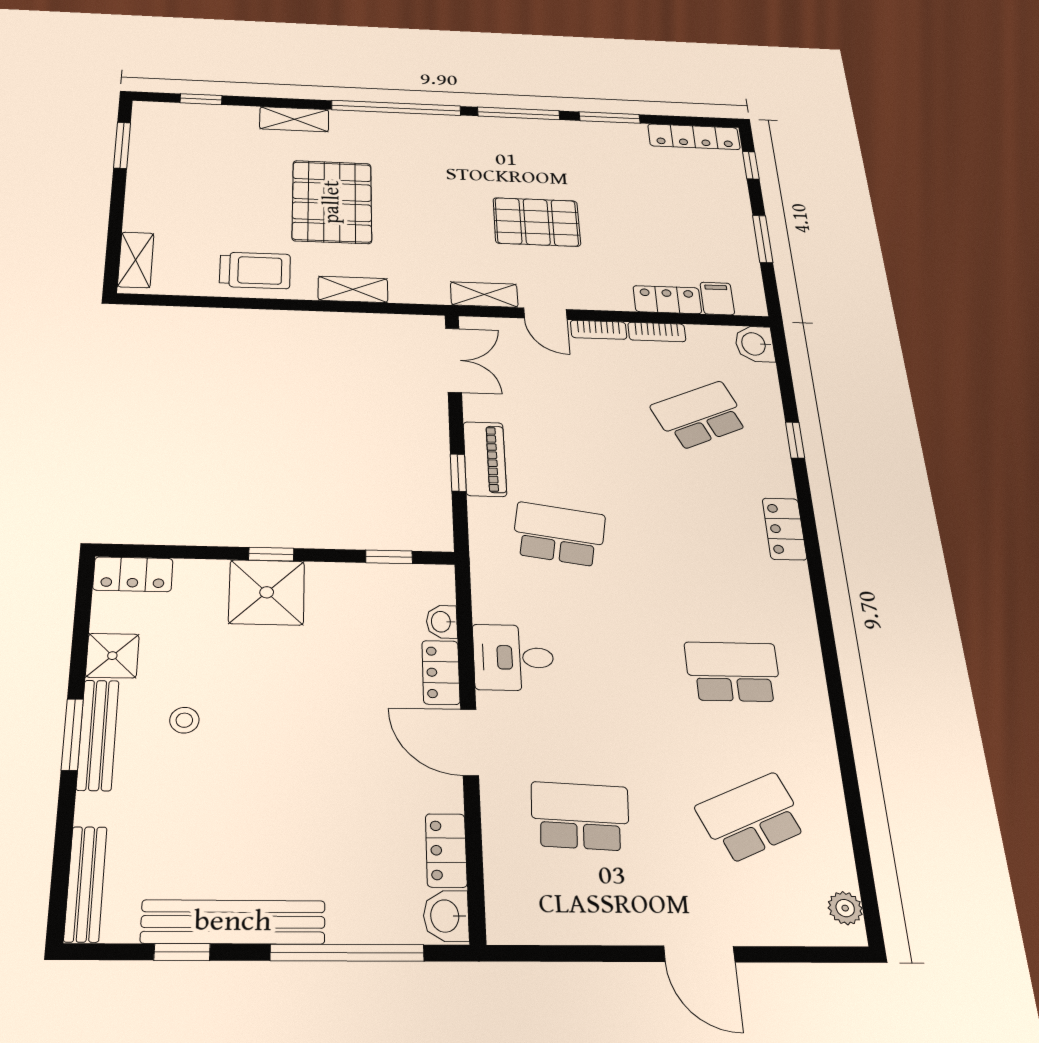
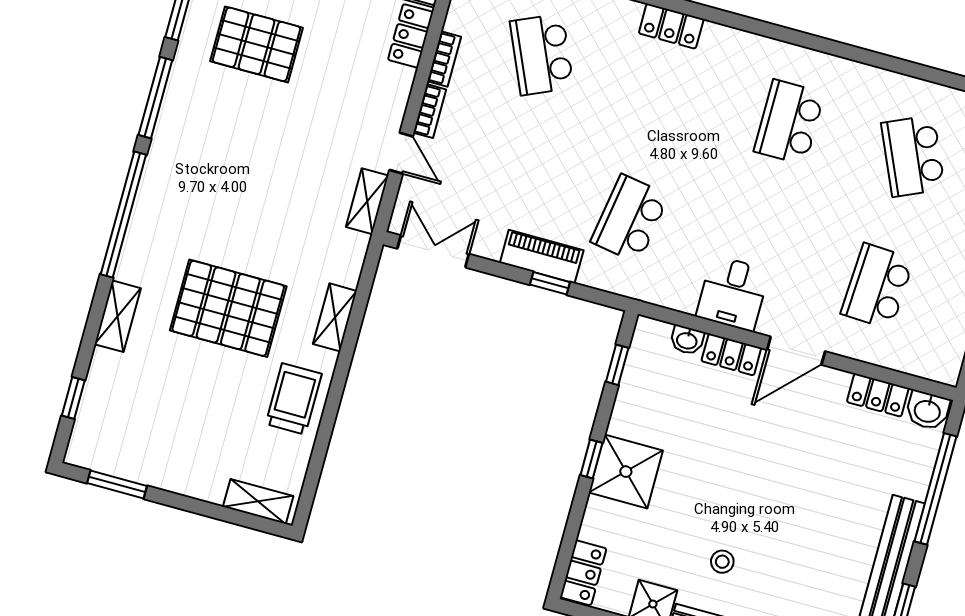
pallet: (537, 222) -> (256, 44), moved, turned 90
door: (545, 314) -> (401, 153), hinge flipped

